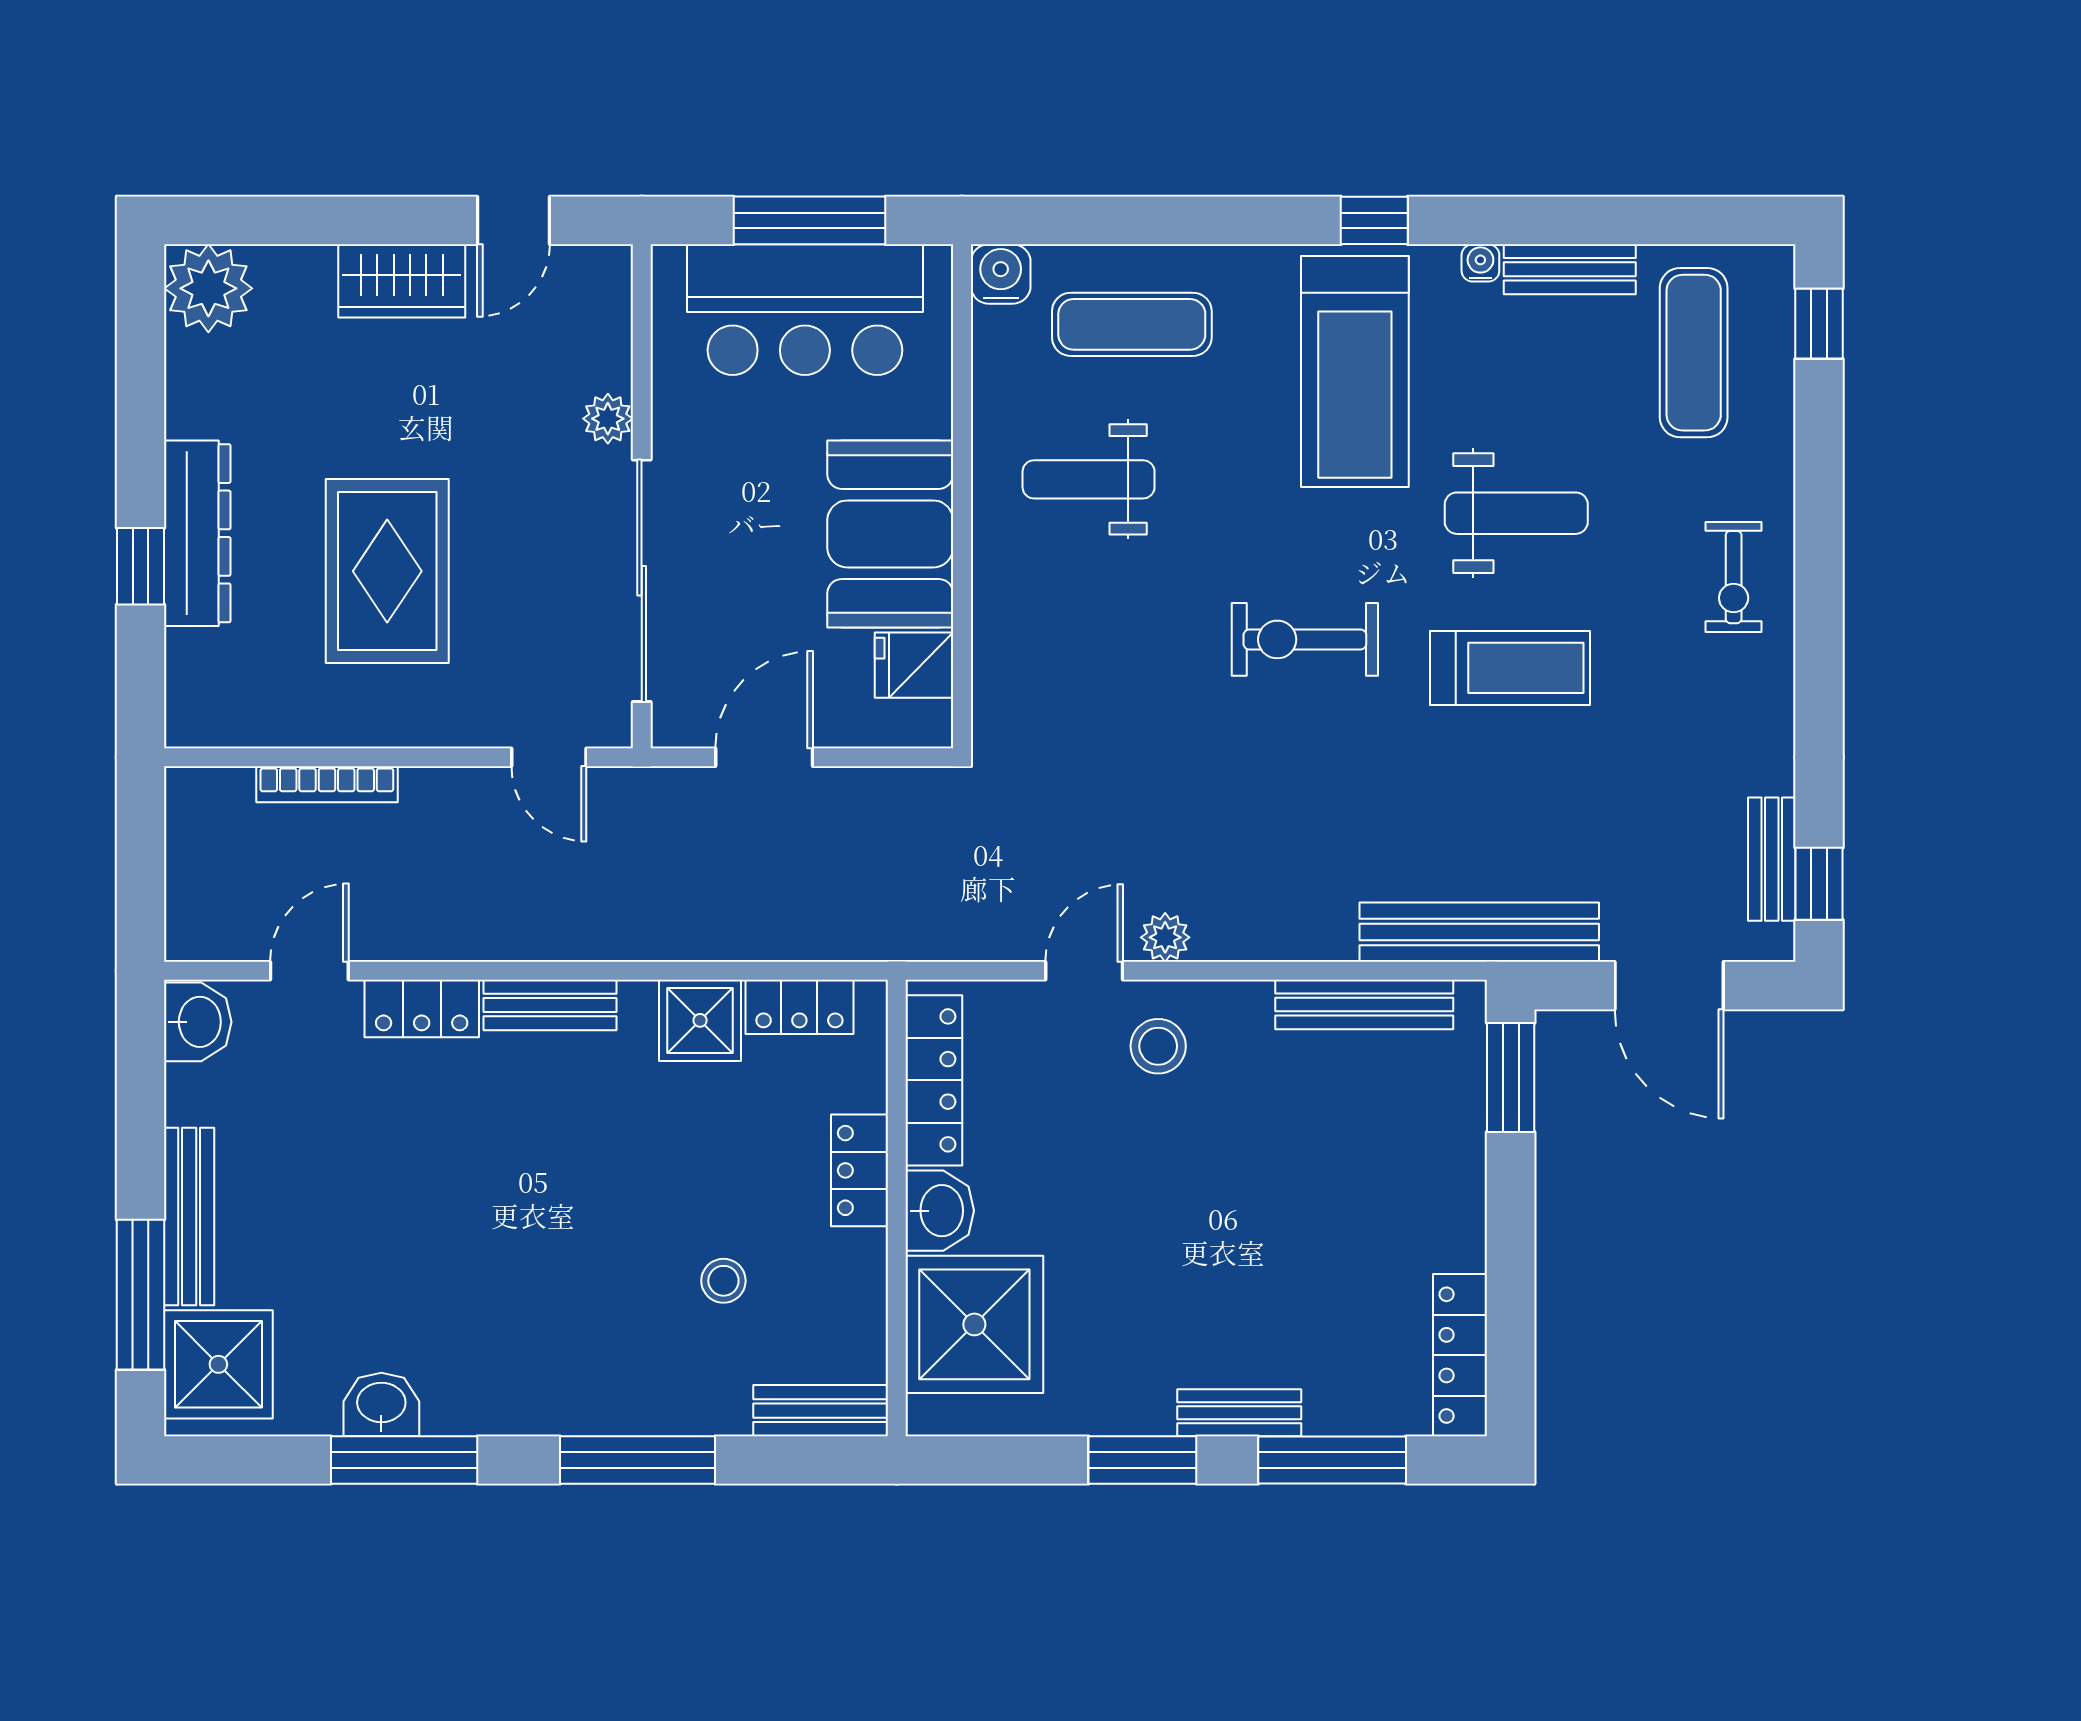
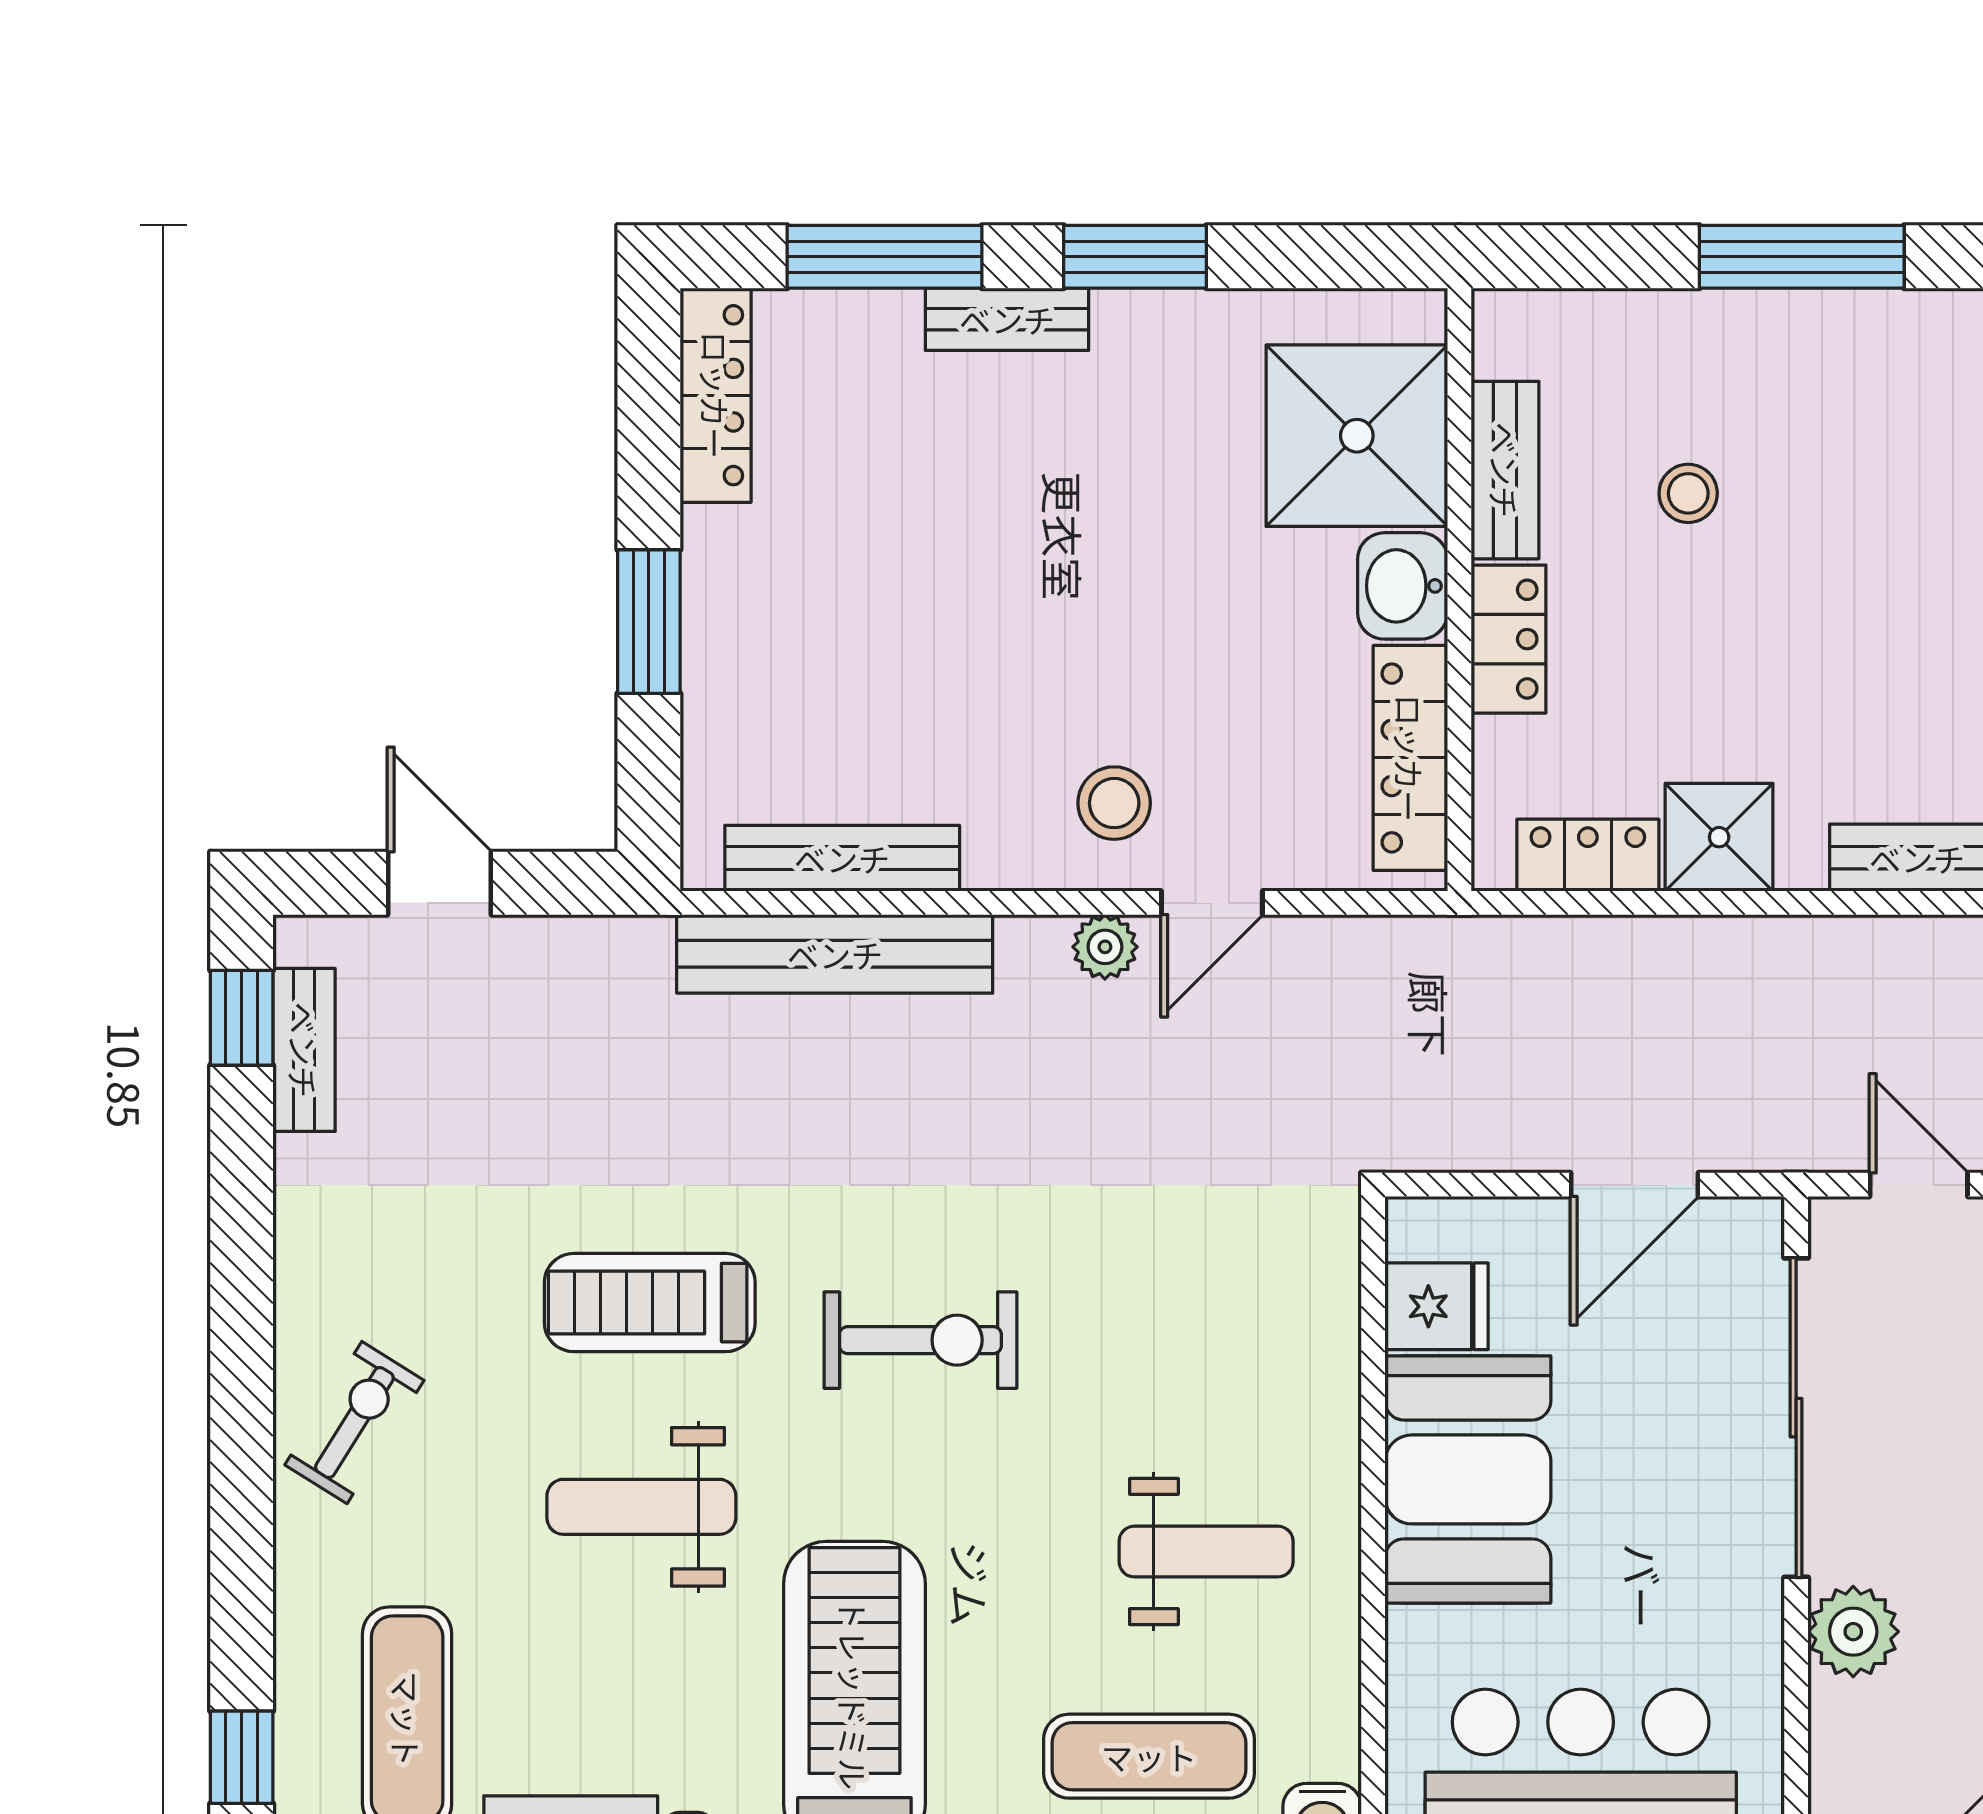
plant: (608, 419) -> (1853, 1632), width x1.38, depth x1.38
exercise bike: (1734, 577) -> (354, 1423), turned 32
bench: (1479, 932) -> (835, 954), moved
door: (1669, 986) -> (440, 883), width x0.73
window: (1511, 1078) -> (649, 622), moved
bench: (821, 1411) -> (1505, 470), moved, turned 90

